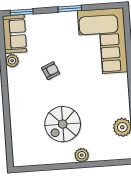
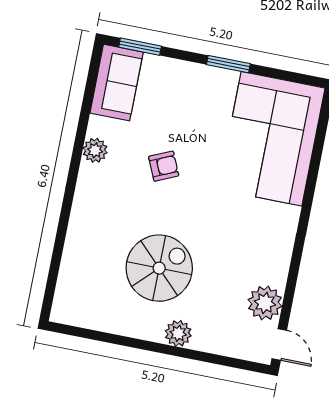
plant: (12, 61) -> (95, 150), moved
spiral stairs: (63, 124) -> (159, 268), turned 180

